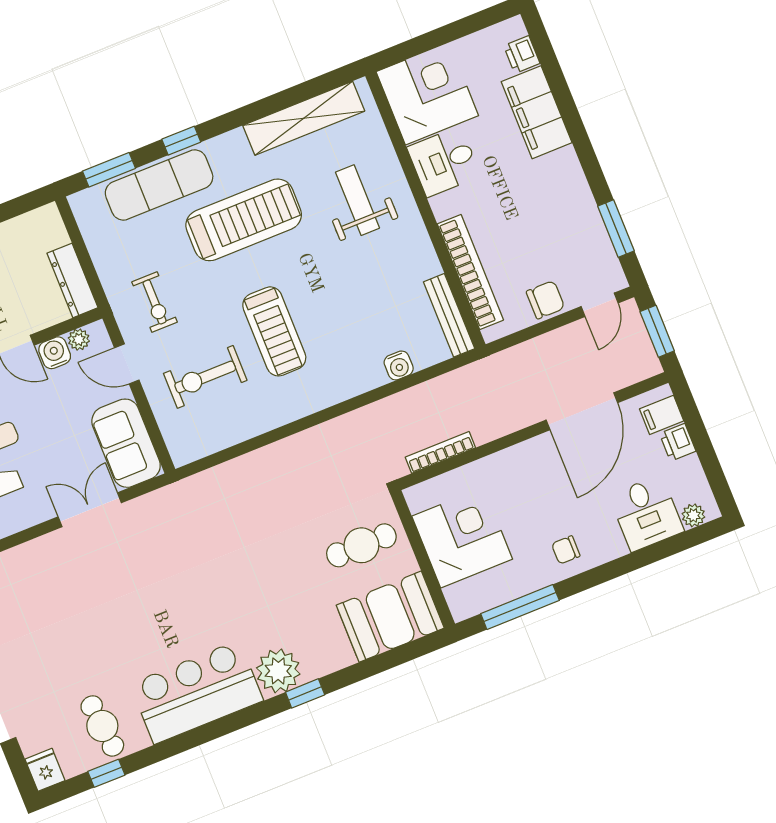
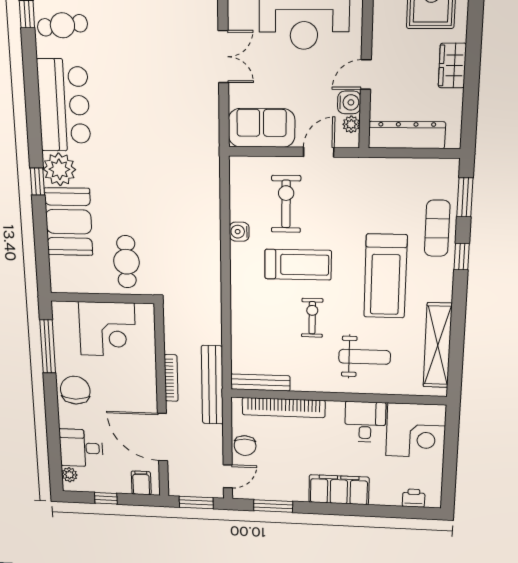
filing cabinet: (537, 112) -> (339, 490), moved
exercise mat: (159, 185) -> (437, 228), width x0.73, depth x0.69
dresser: (72, 280) -> (407, 135), width x1.37, depth x1.24
exercise bike: (155, 302) -> (312, 318), moved, turned 90
door: (600, 305) -> (228, 476), swing flipped
treadmill: (274, 331) -> (298, 265), turned 180
water cooler: (399, 365) -> (239, 232), moved
bench: (480, 375) -> (212, 385), added
printer: (678, 442) -> (120, 485), removed
bookcase: (440, 452) -> (171, 378), moved
window: (707, 454) -> (106, 498), added
double door: (90, 510) -> (223, 57), moved
chair: (566, 550) -> (75, 390), width x1.87, depth x1.87
booth: (390, 617) -> (69, 222), moved

